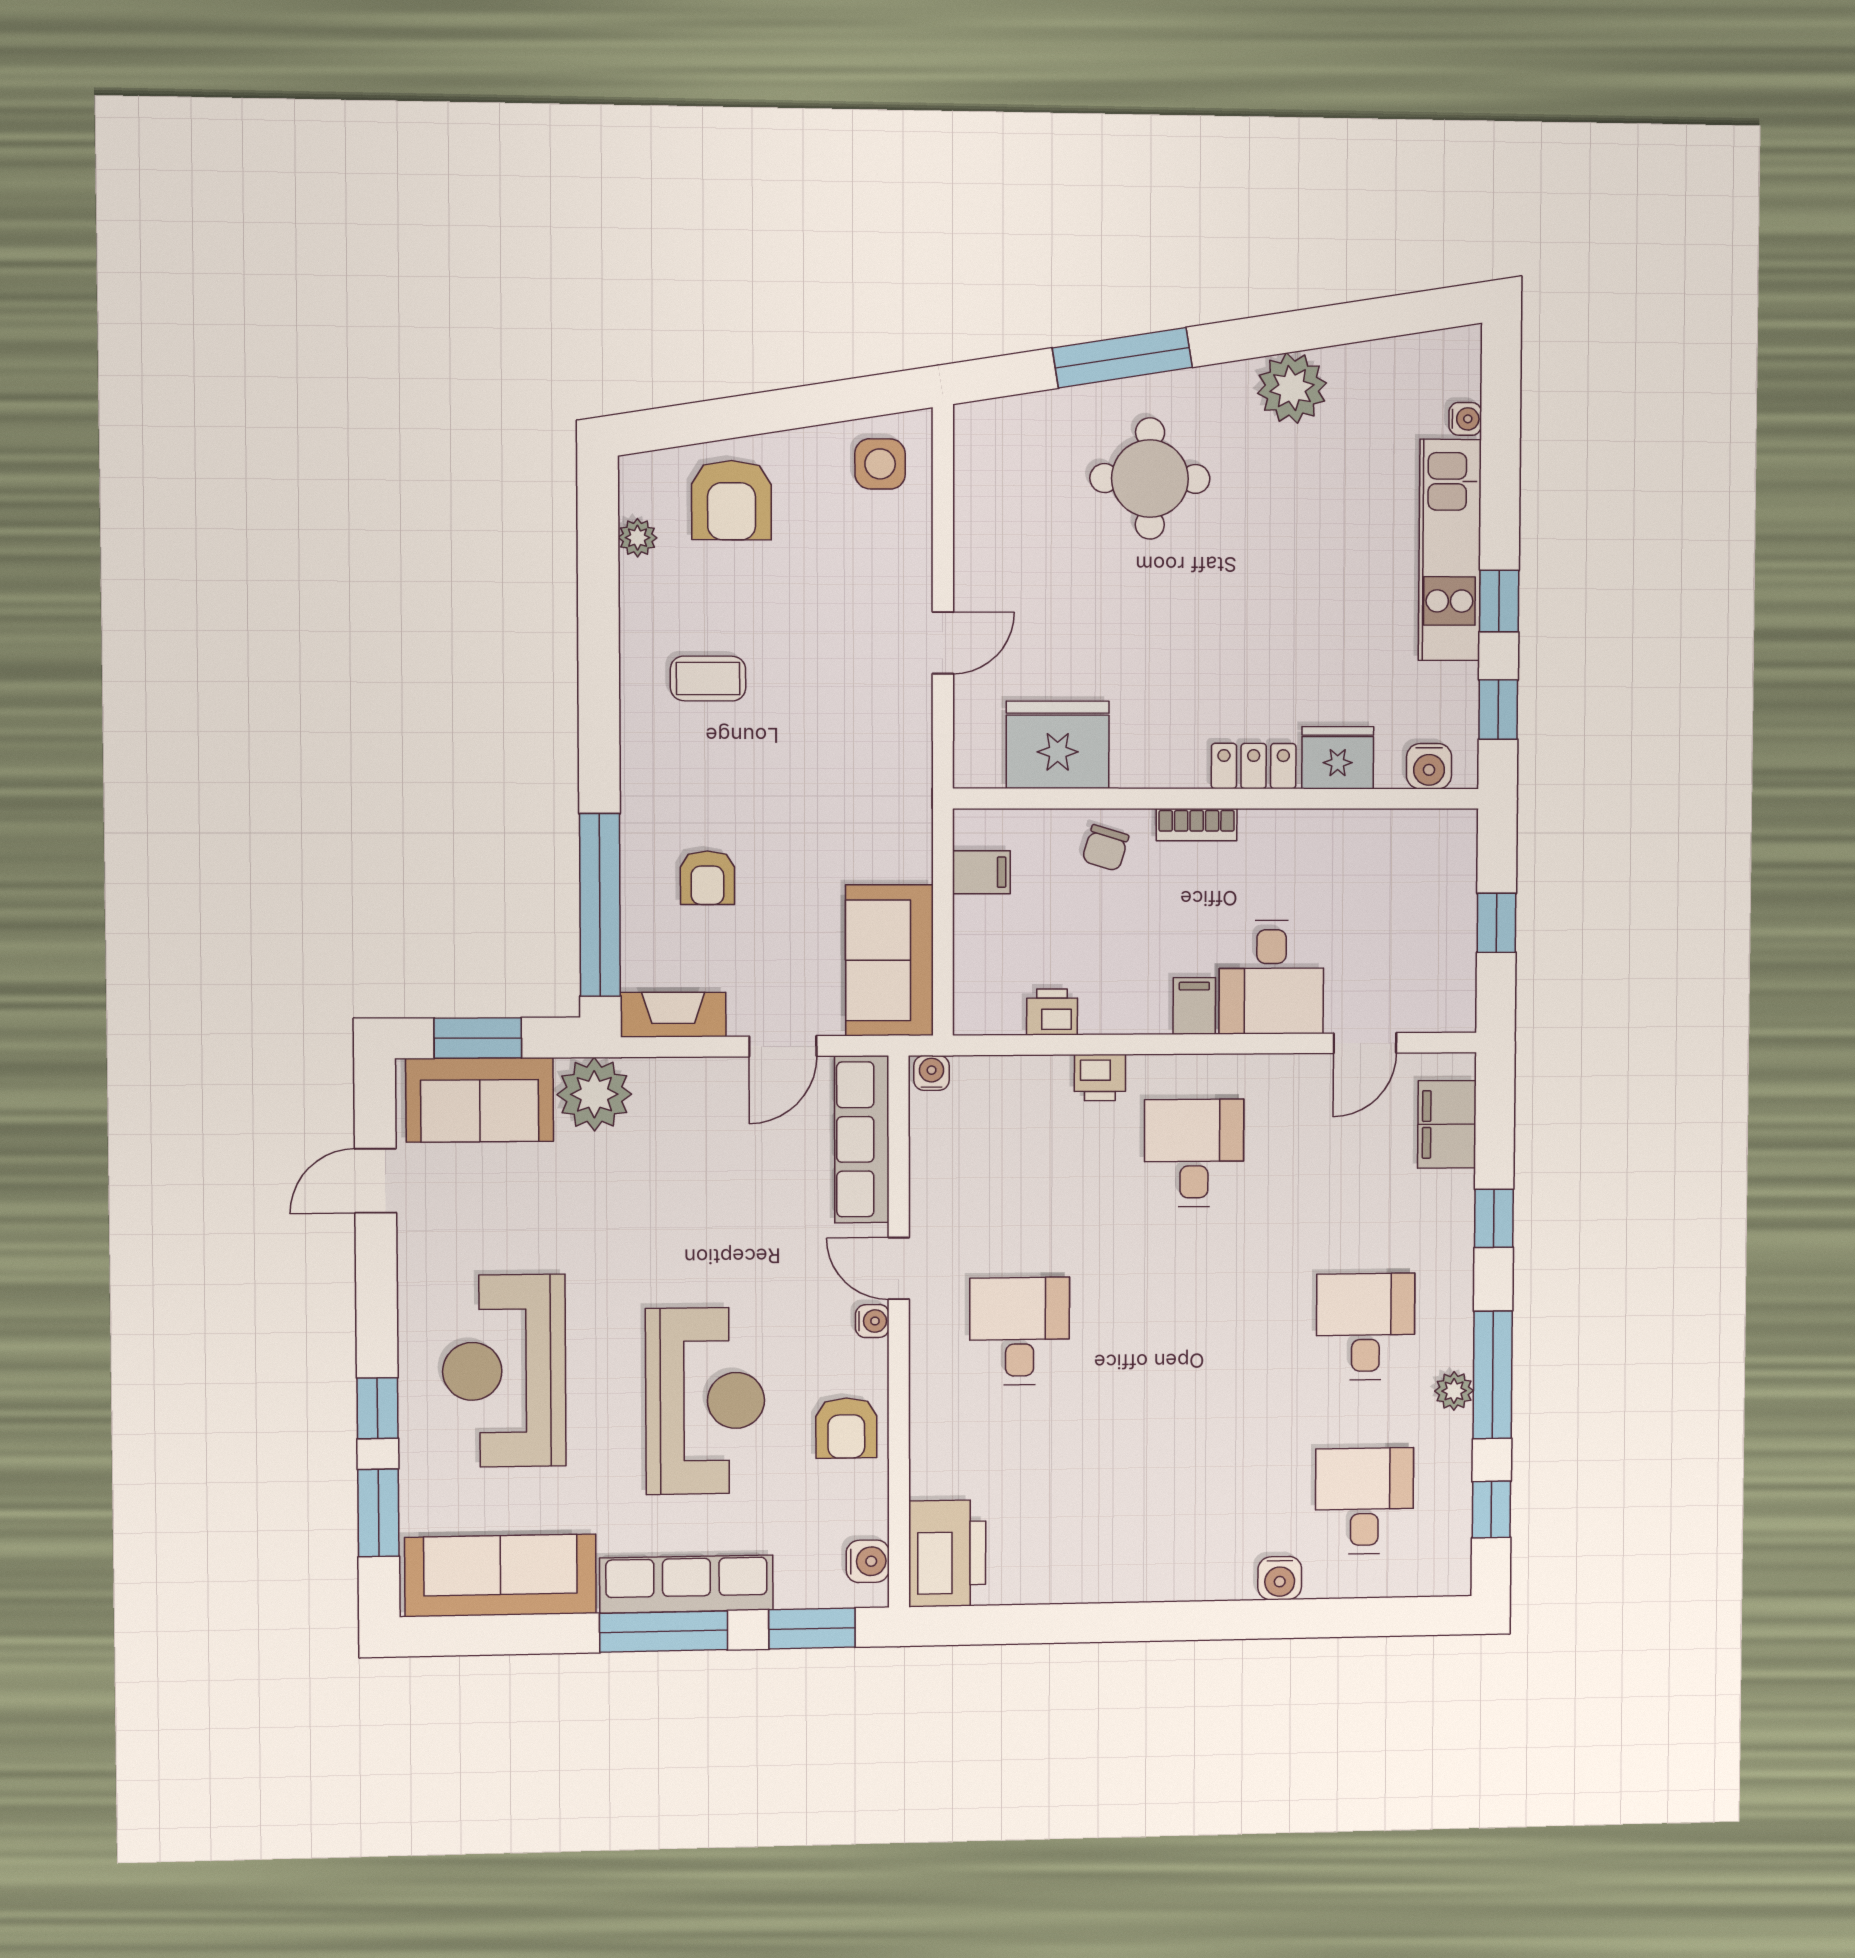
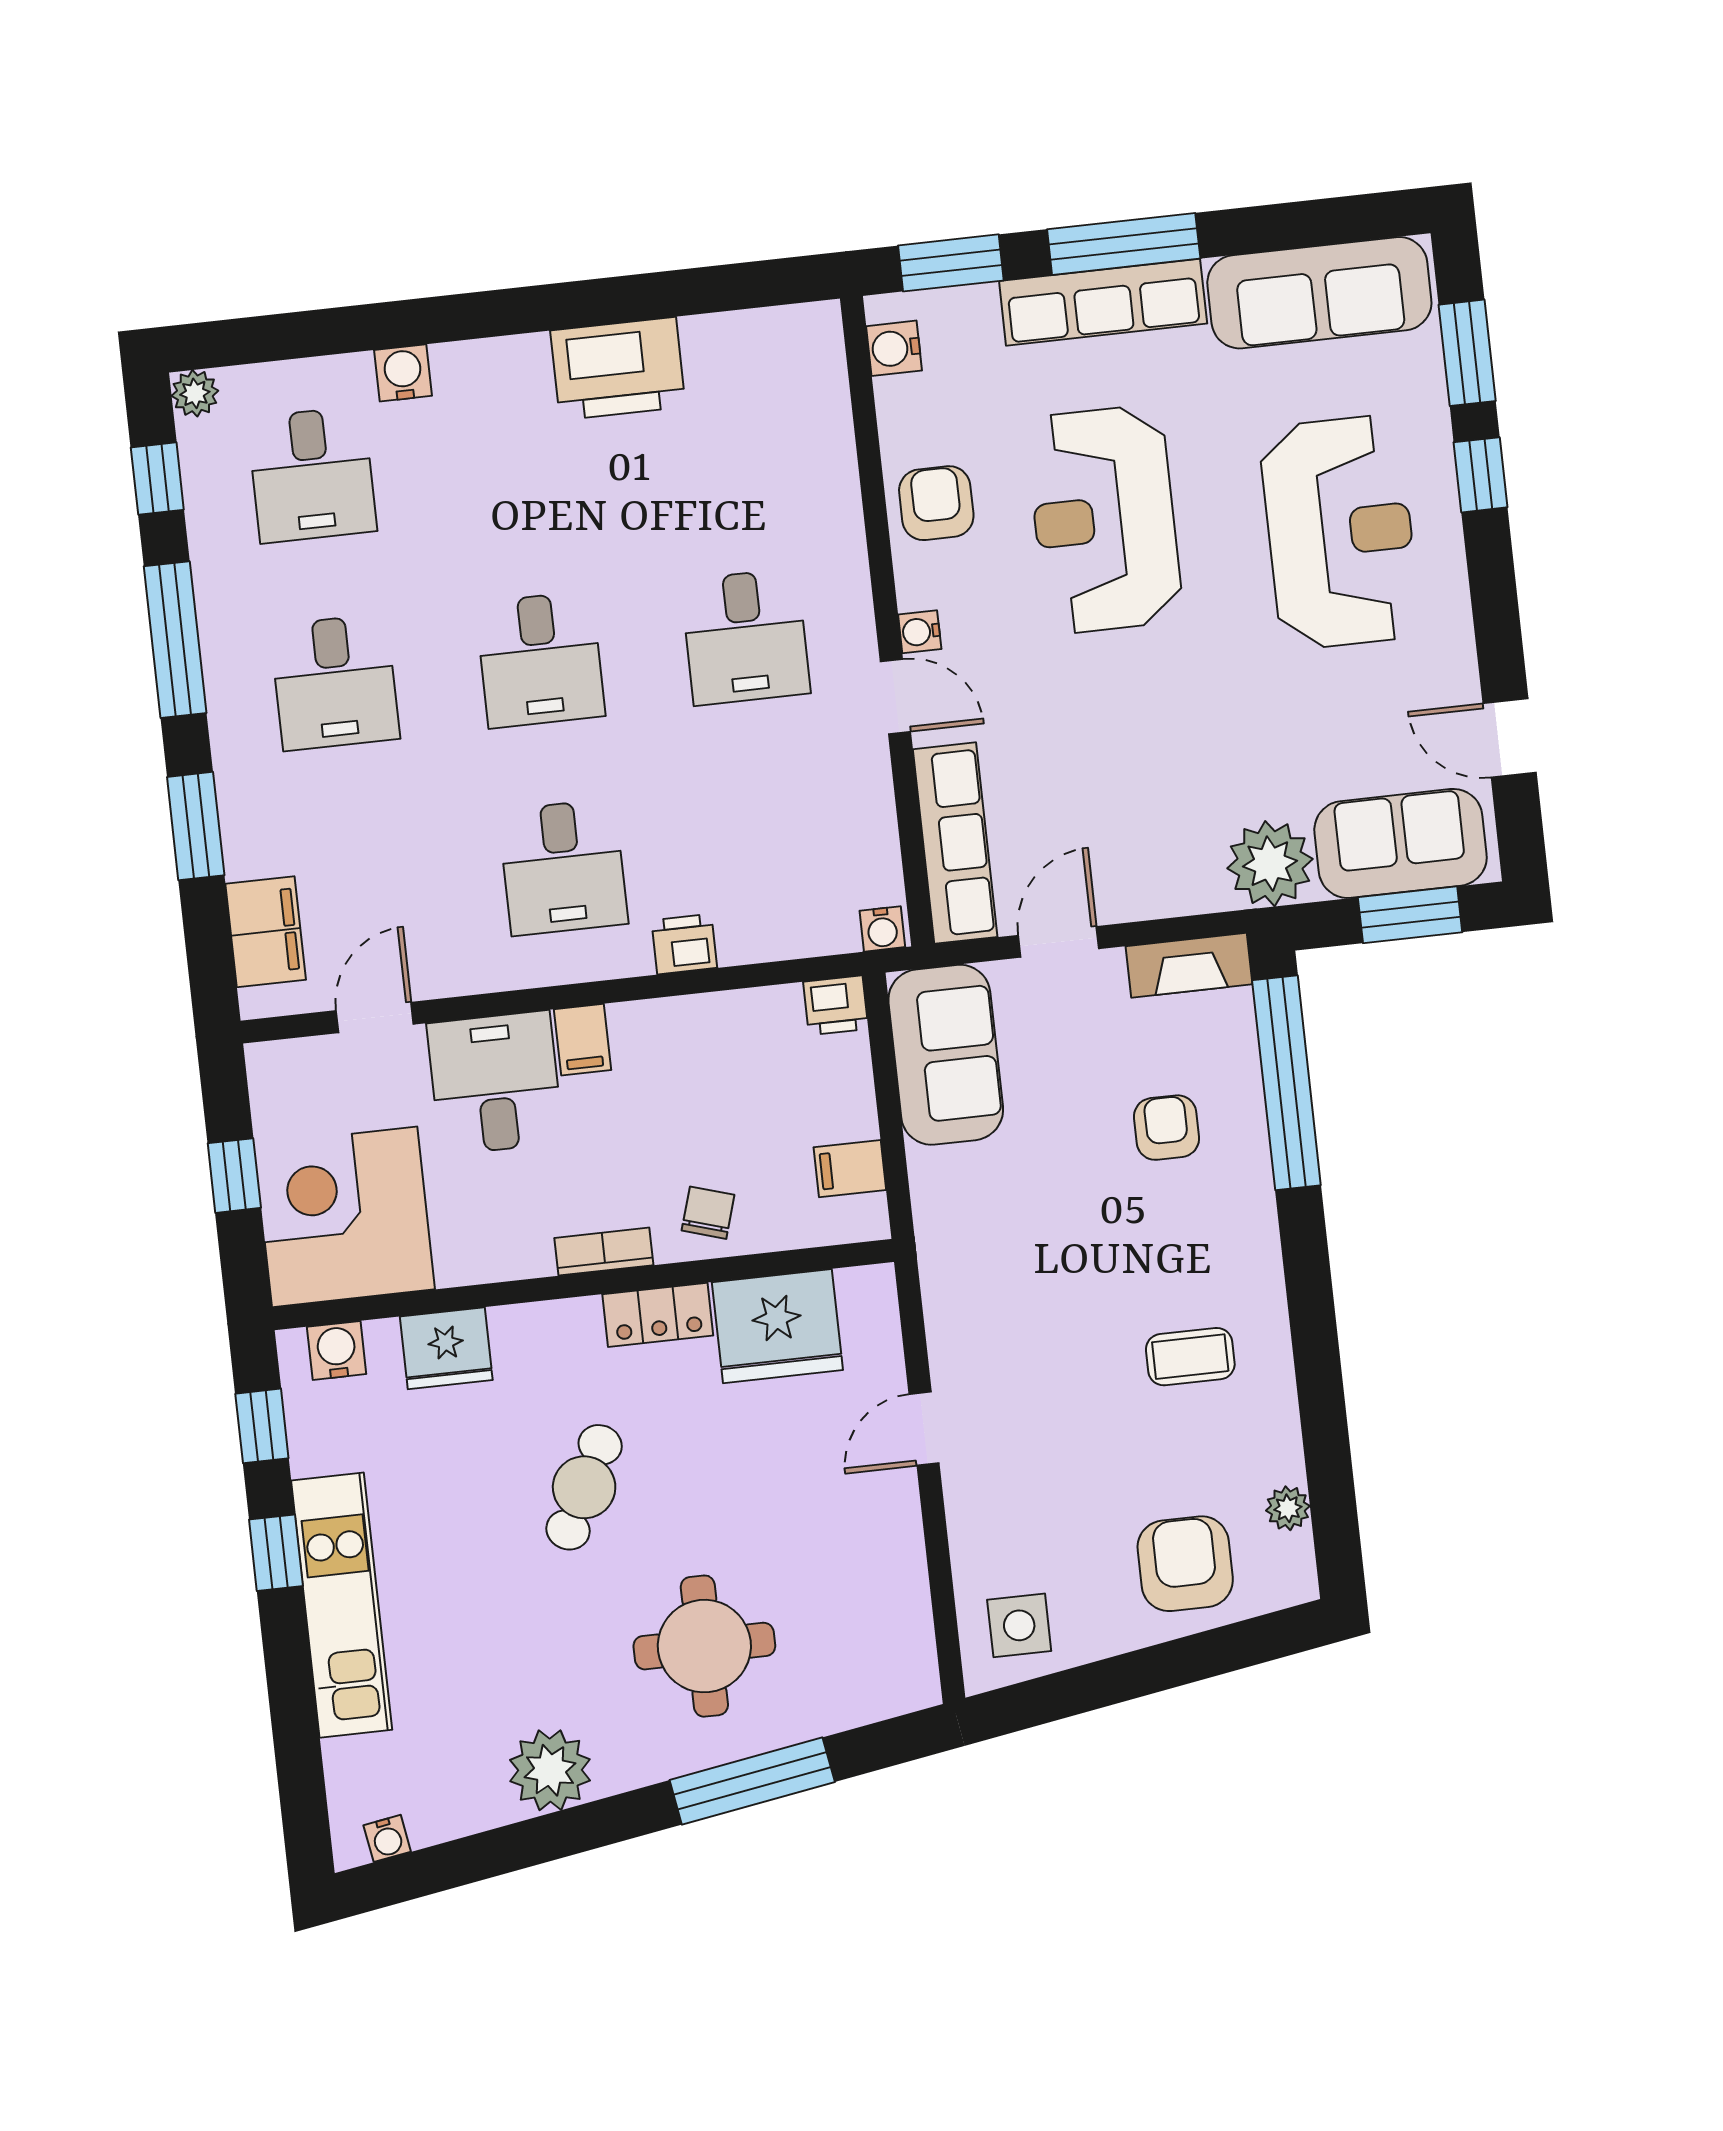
water cooler: (1465, 419) -> (387, 1838), moved, turned -99
cafe table: (1236, 626) -> (584, 1487), added
locker: (1254, 766) -> (658, 1315), moved
corner desk: (1409, 878) -> (345, 1217), added
printer: (1052, 1012) -> (836, 1005), moved
door: (376, 1181) -> (1510, 738), swing flipped
window: (1494, 1218) -> (196, 826), width x1.50
desk: (1193, 1329) -> (540, 660), added
plant: (1454, 1391) -> (195, 393), moved
printer: (947, 1553) -> (618, 369), moved, turned -90

